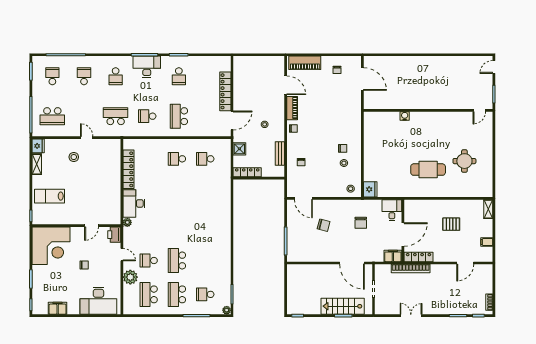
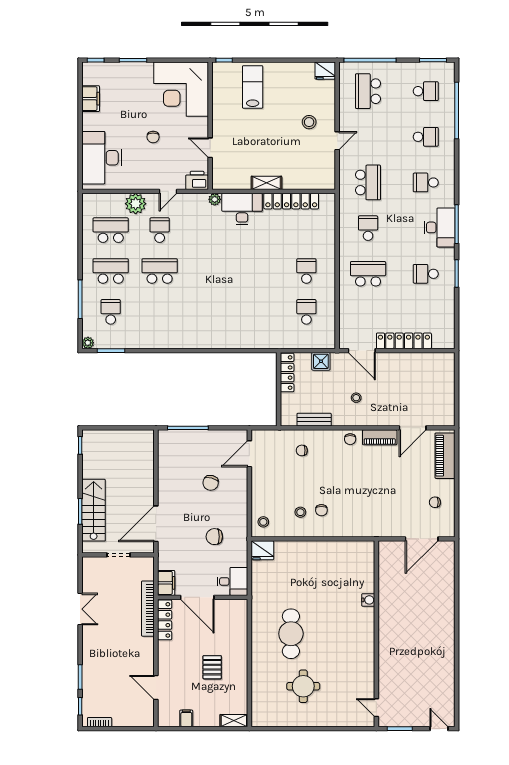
shelving: (37, 164) -> (266, 183), moved

